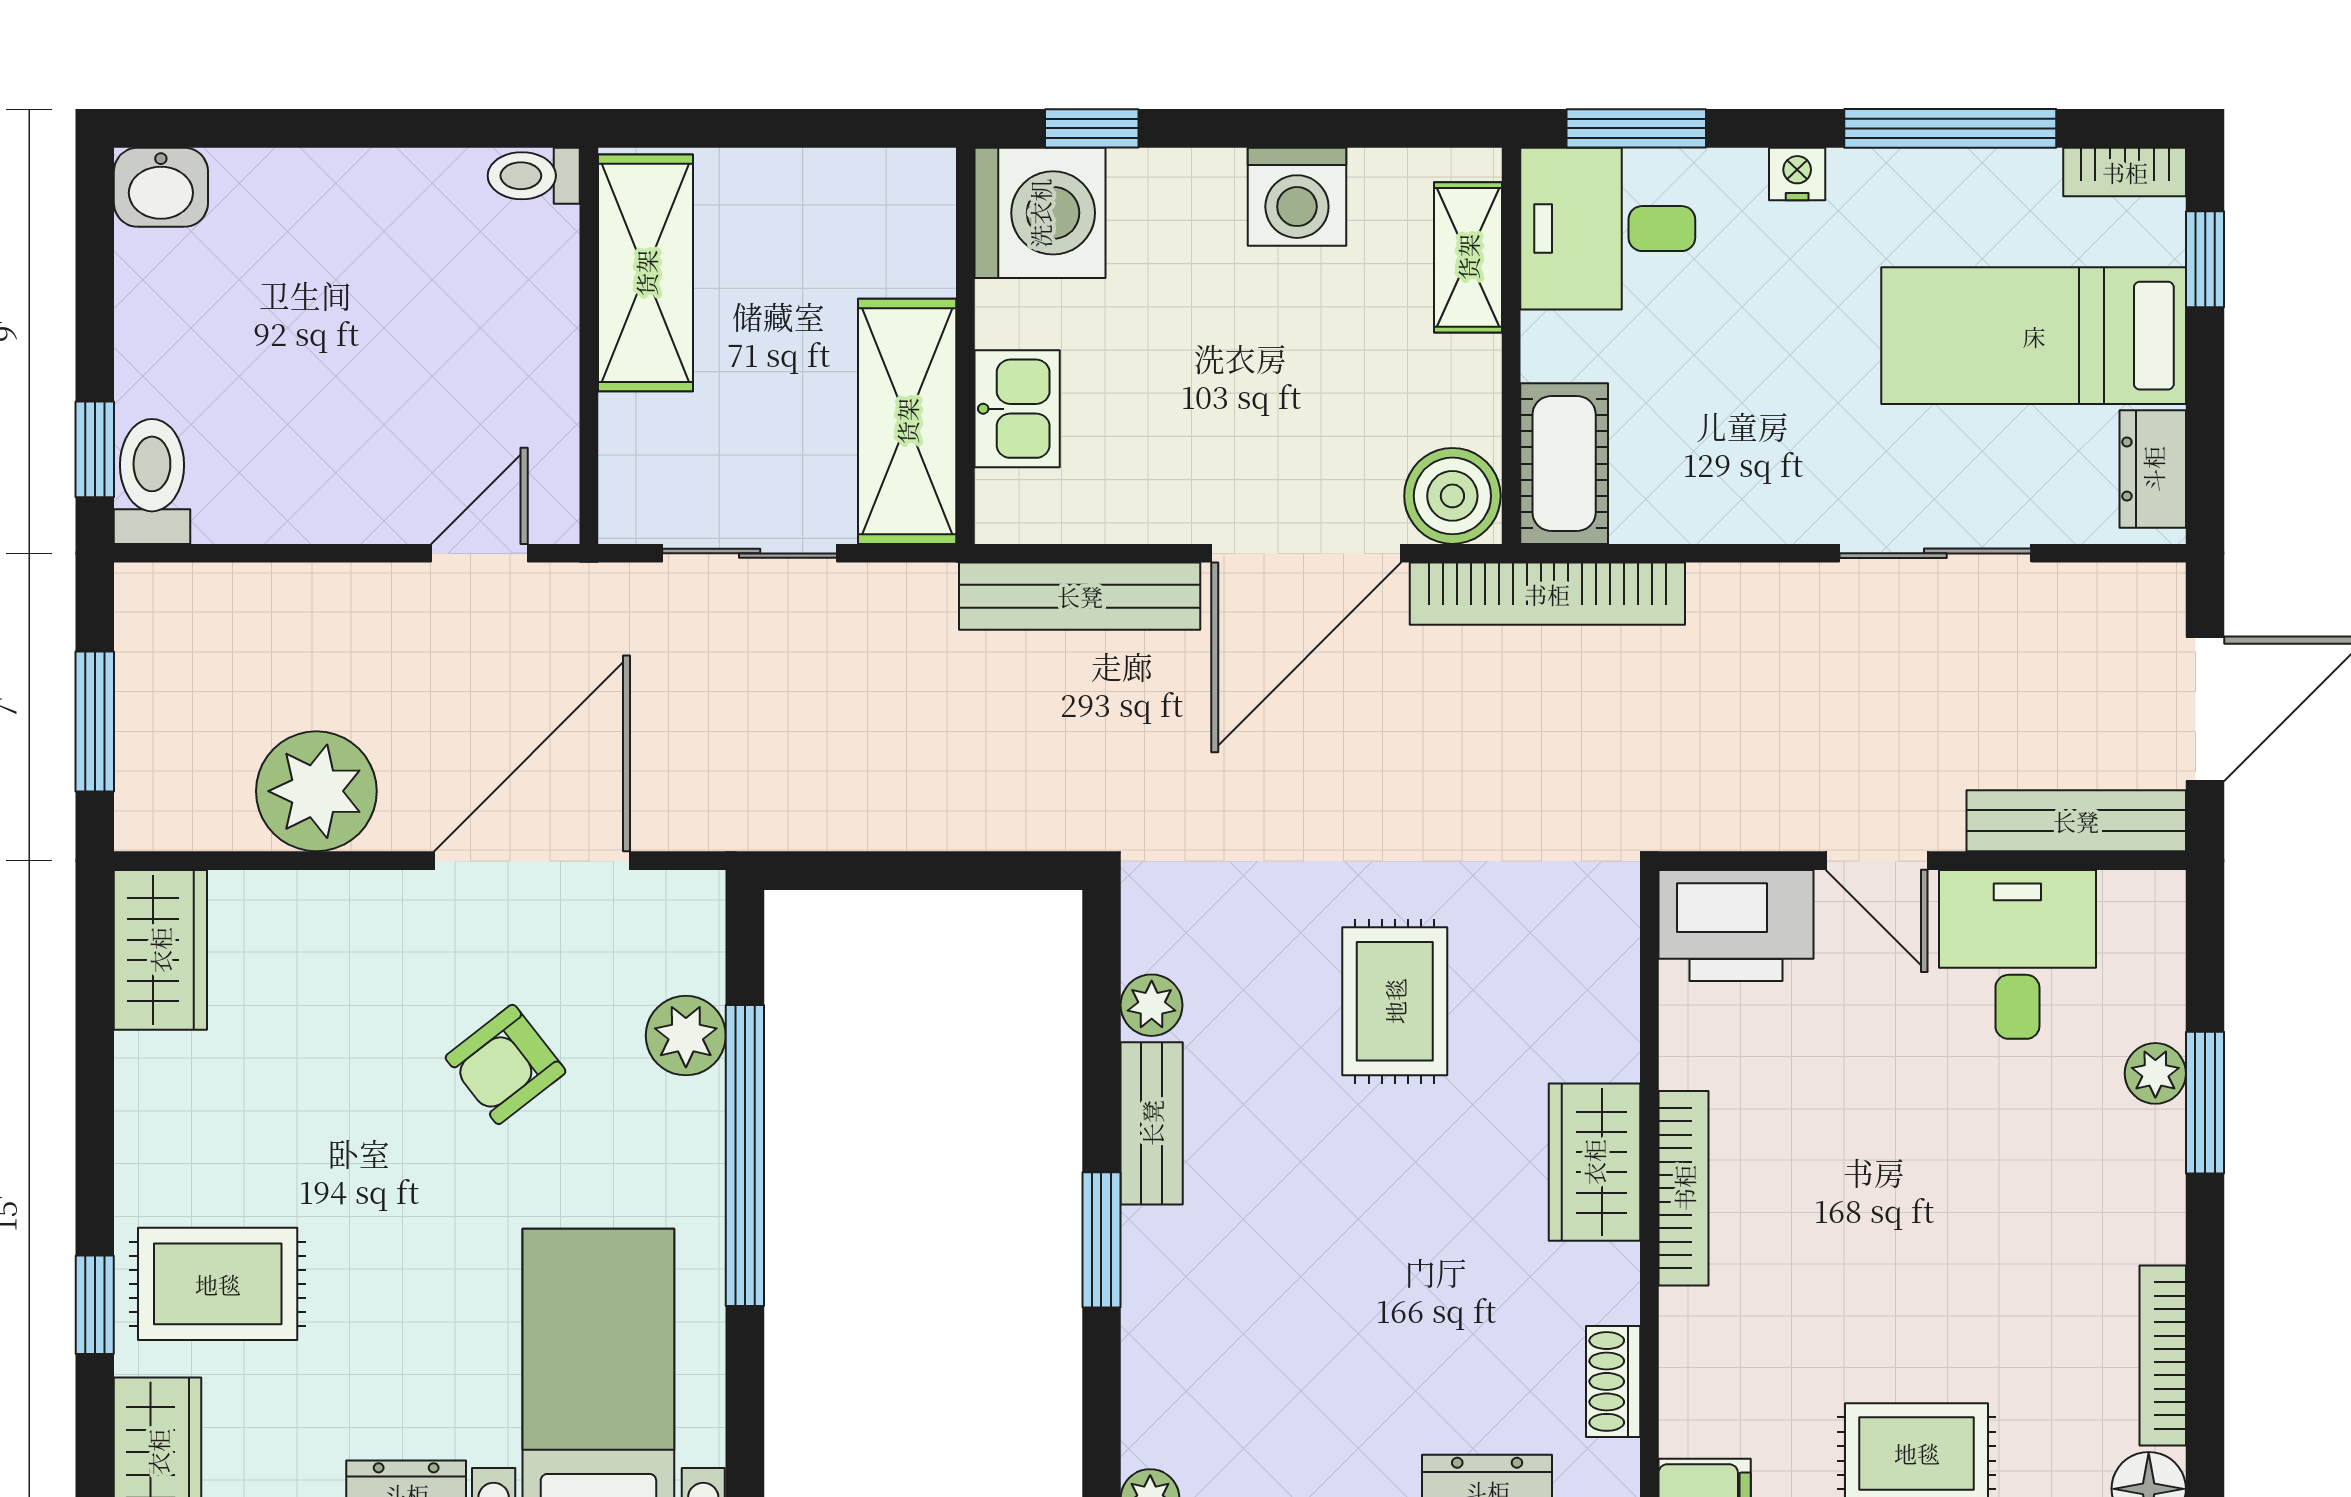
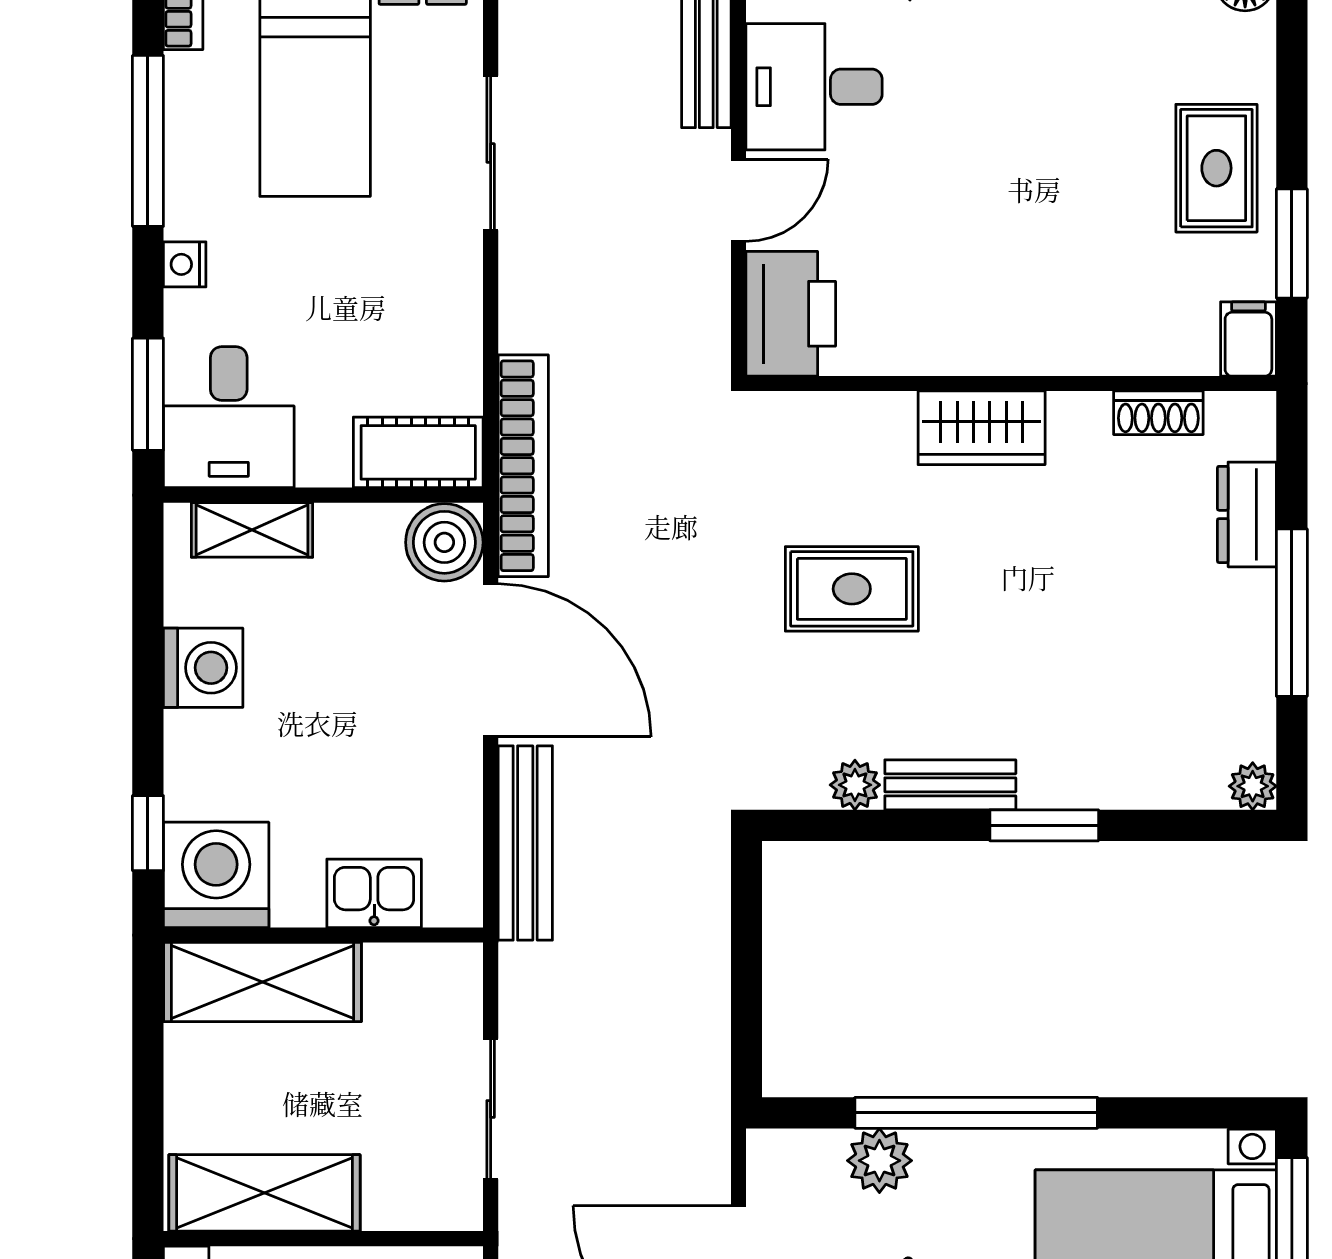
shelving: (907, 421) -> (262, 982), moved
bookcase: (1684, 1188) -> (1003, 356), removed

